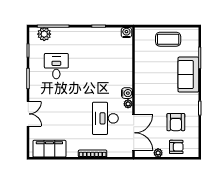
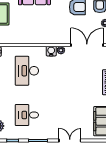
desk: (105, 118) -> (27, 71), moved, turned 90

